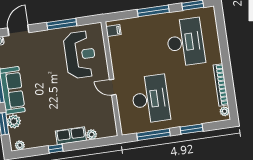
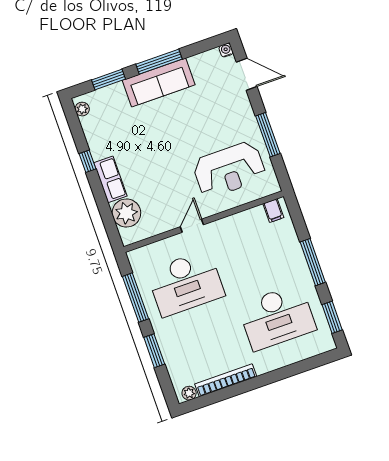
plant: (14, 121) -> (115, 94), removed
plant: (92, 135) -> (126, 213), width x1.88, depth x1.88

